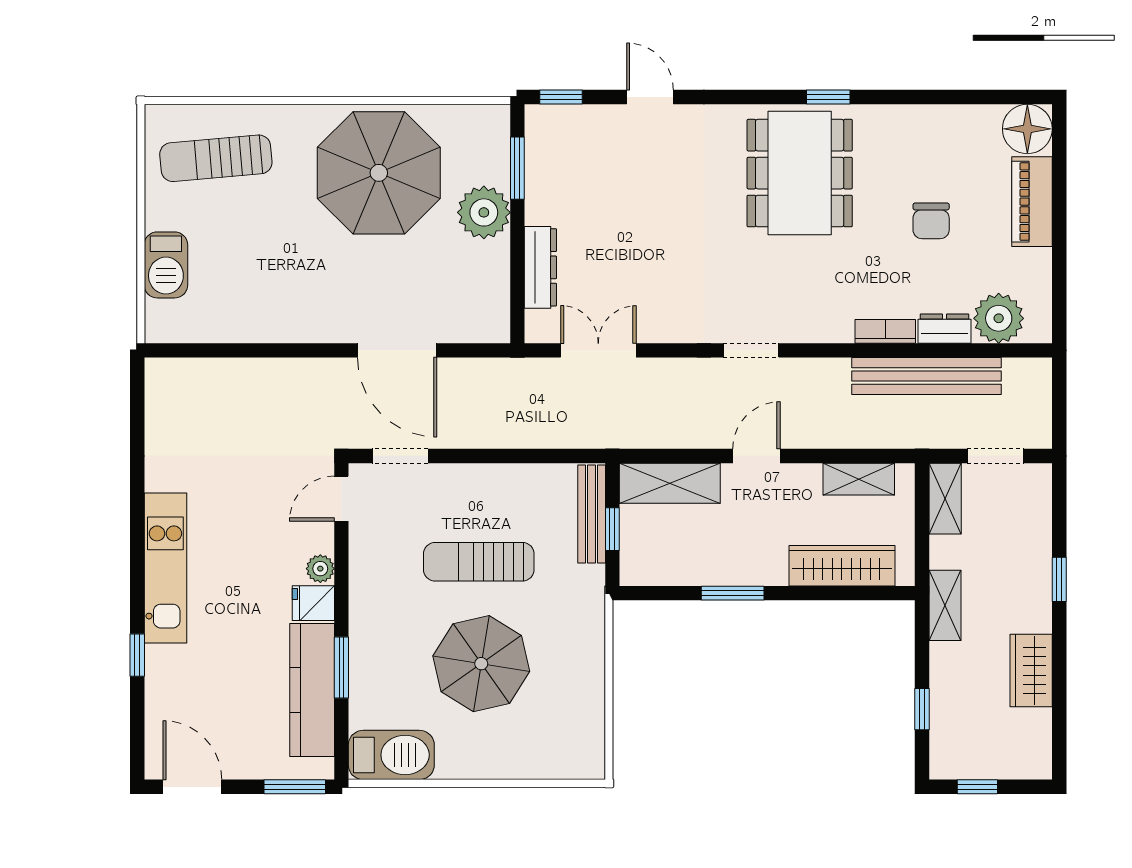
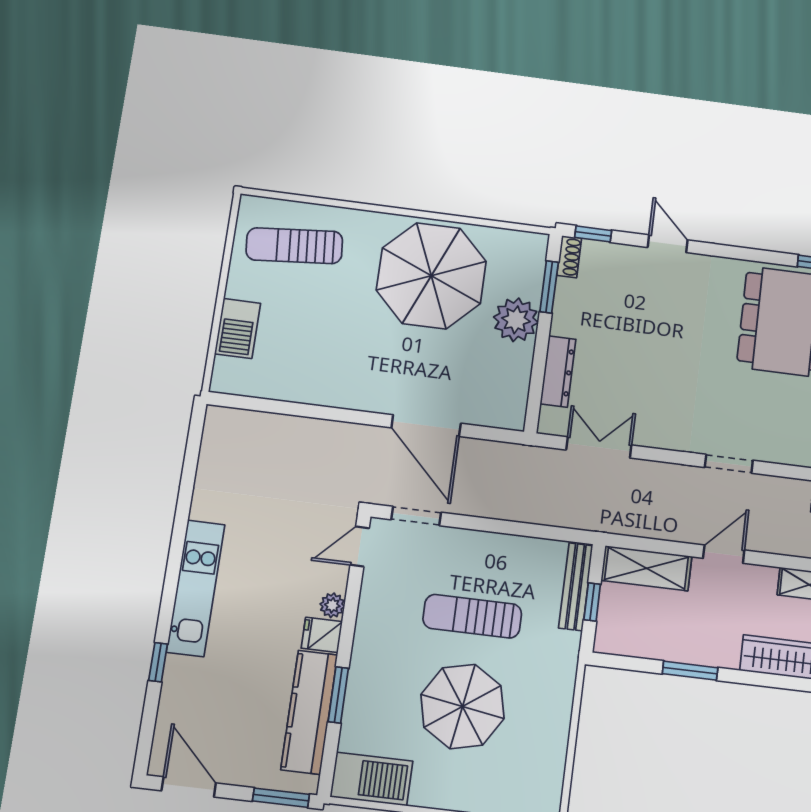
shoe rack: (536, 128) -> (569, 257), added

